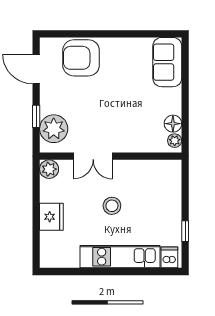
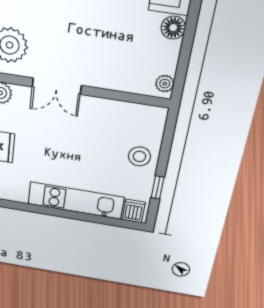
floor lamp: (173, 124) -> (173, 28), moved
stool: (112, 206) -> (139, 156), moved

